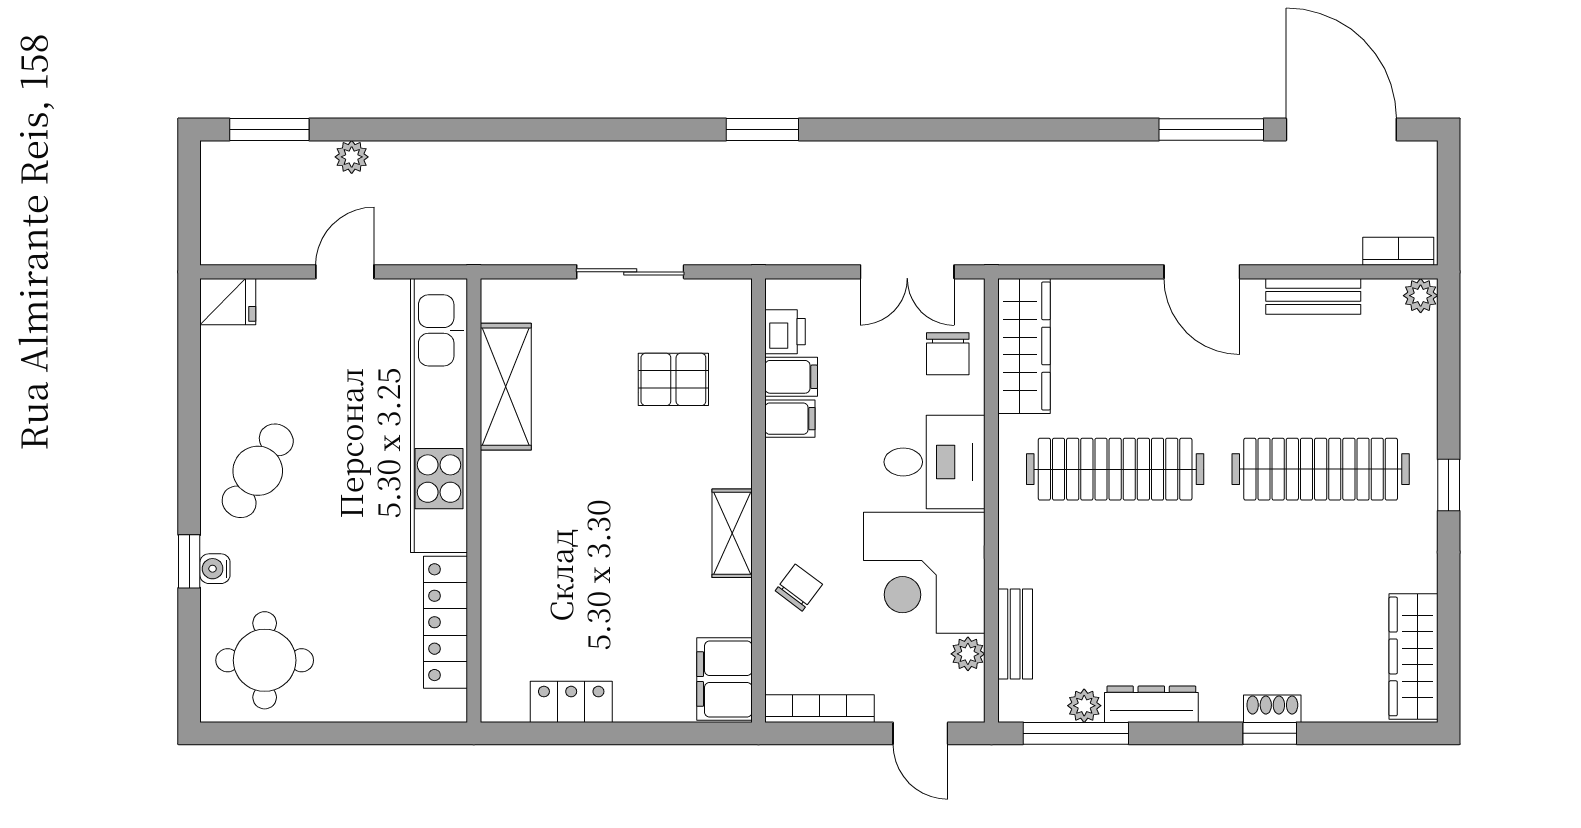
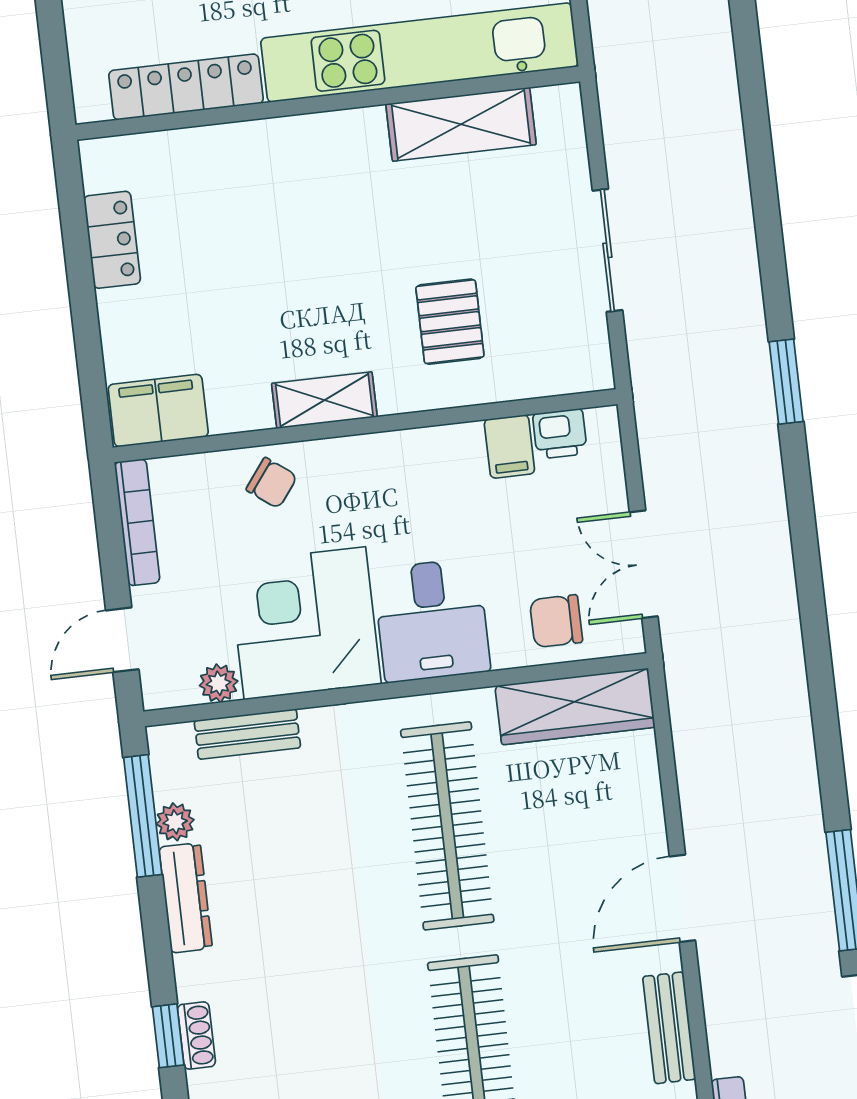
pallet: (673, 379) -> (450, 322), moved
filing cabinet: (790, 419) -> (462, 451), removed

